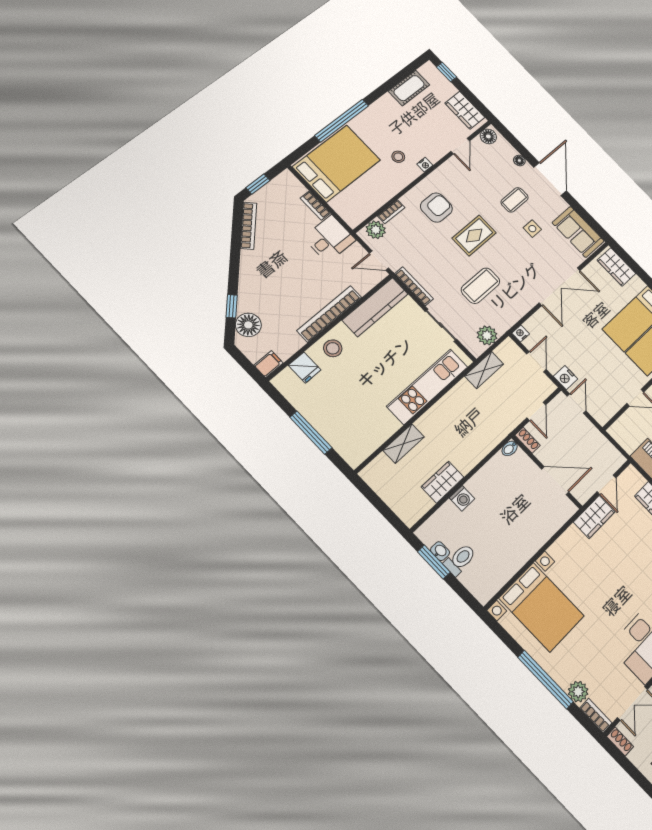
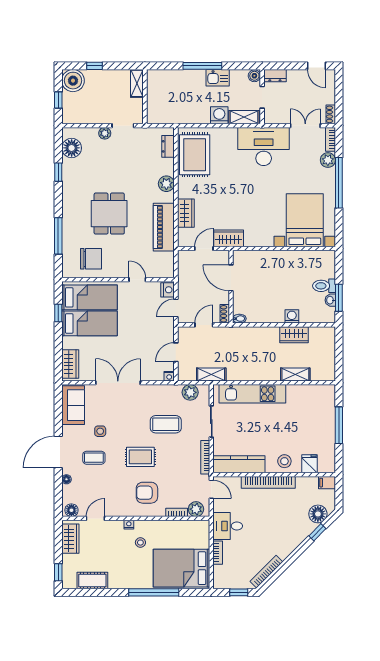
nightstand: (566, 378) -> (168, 290), moved

